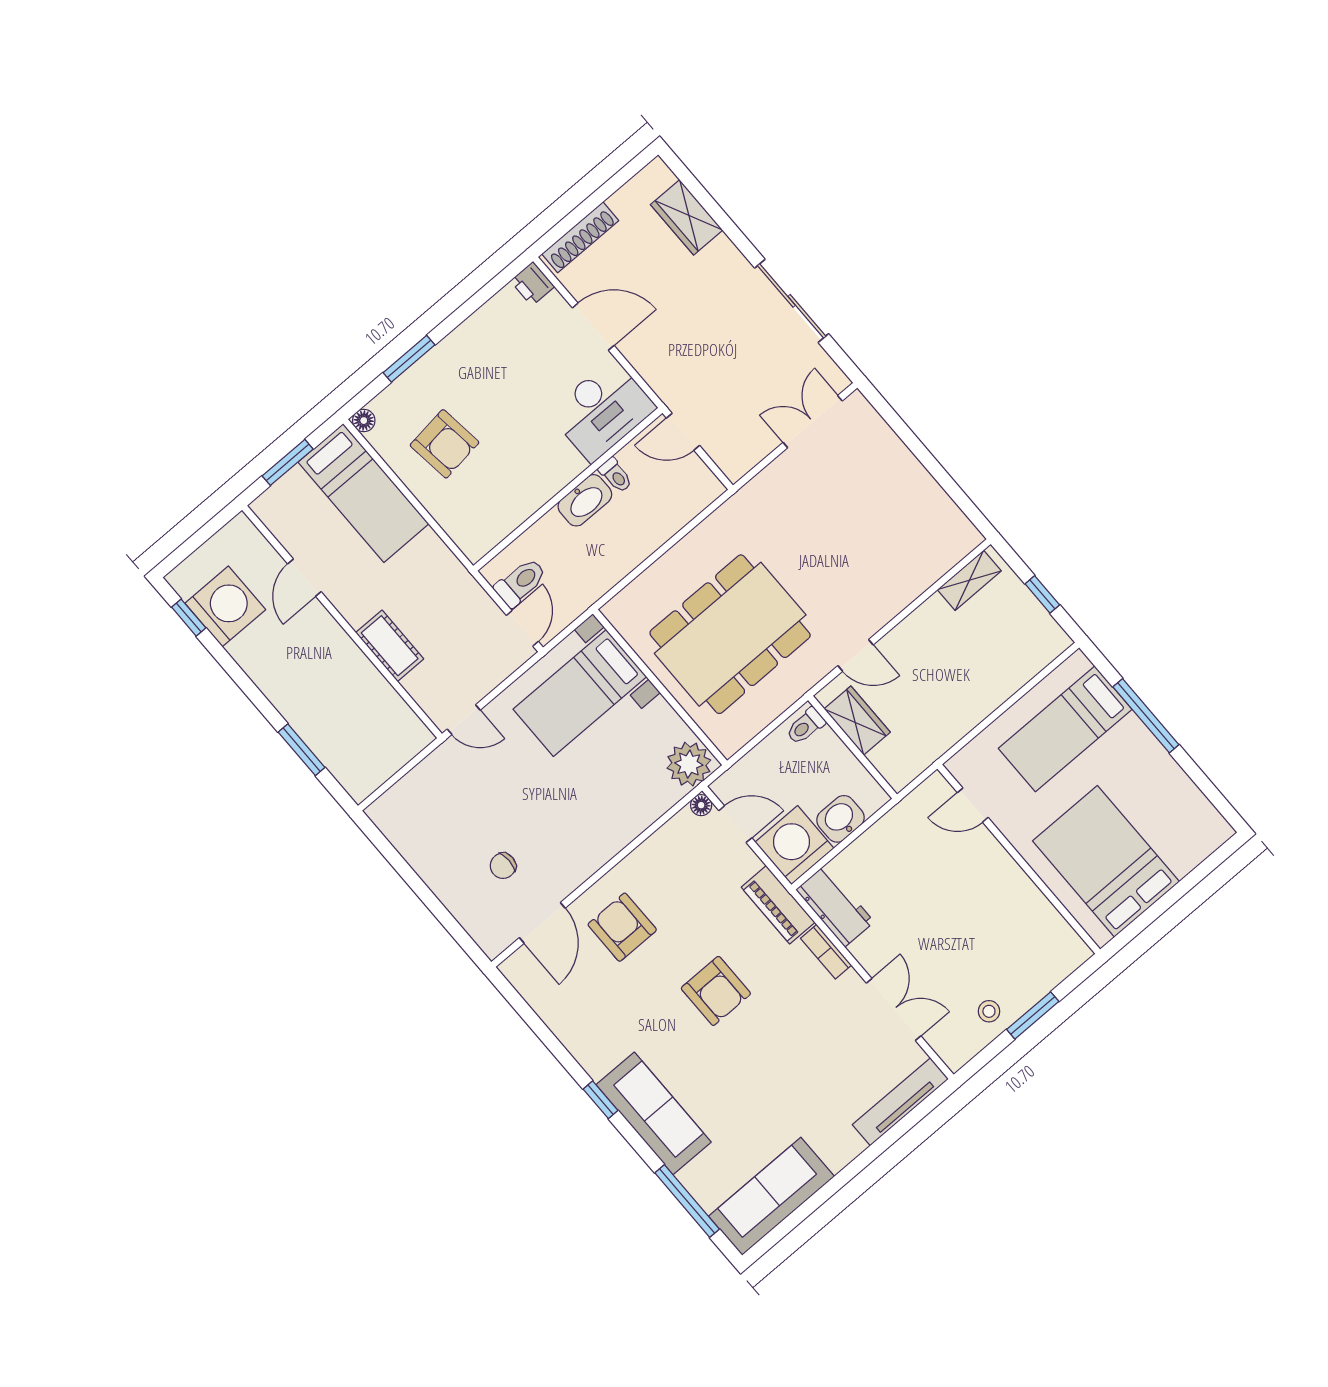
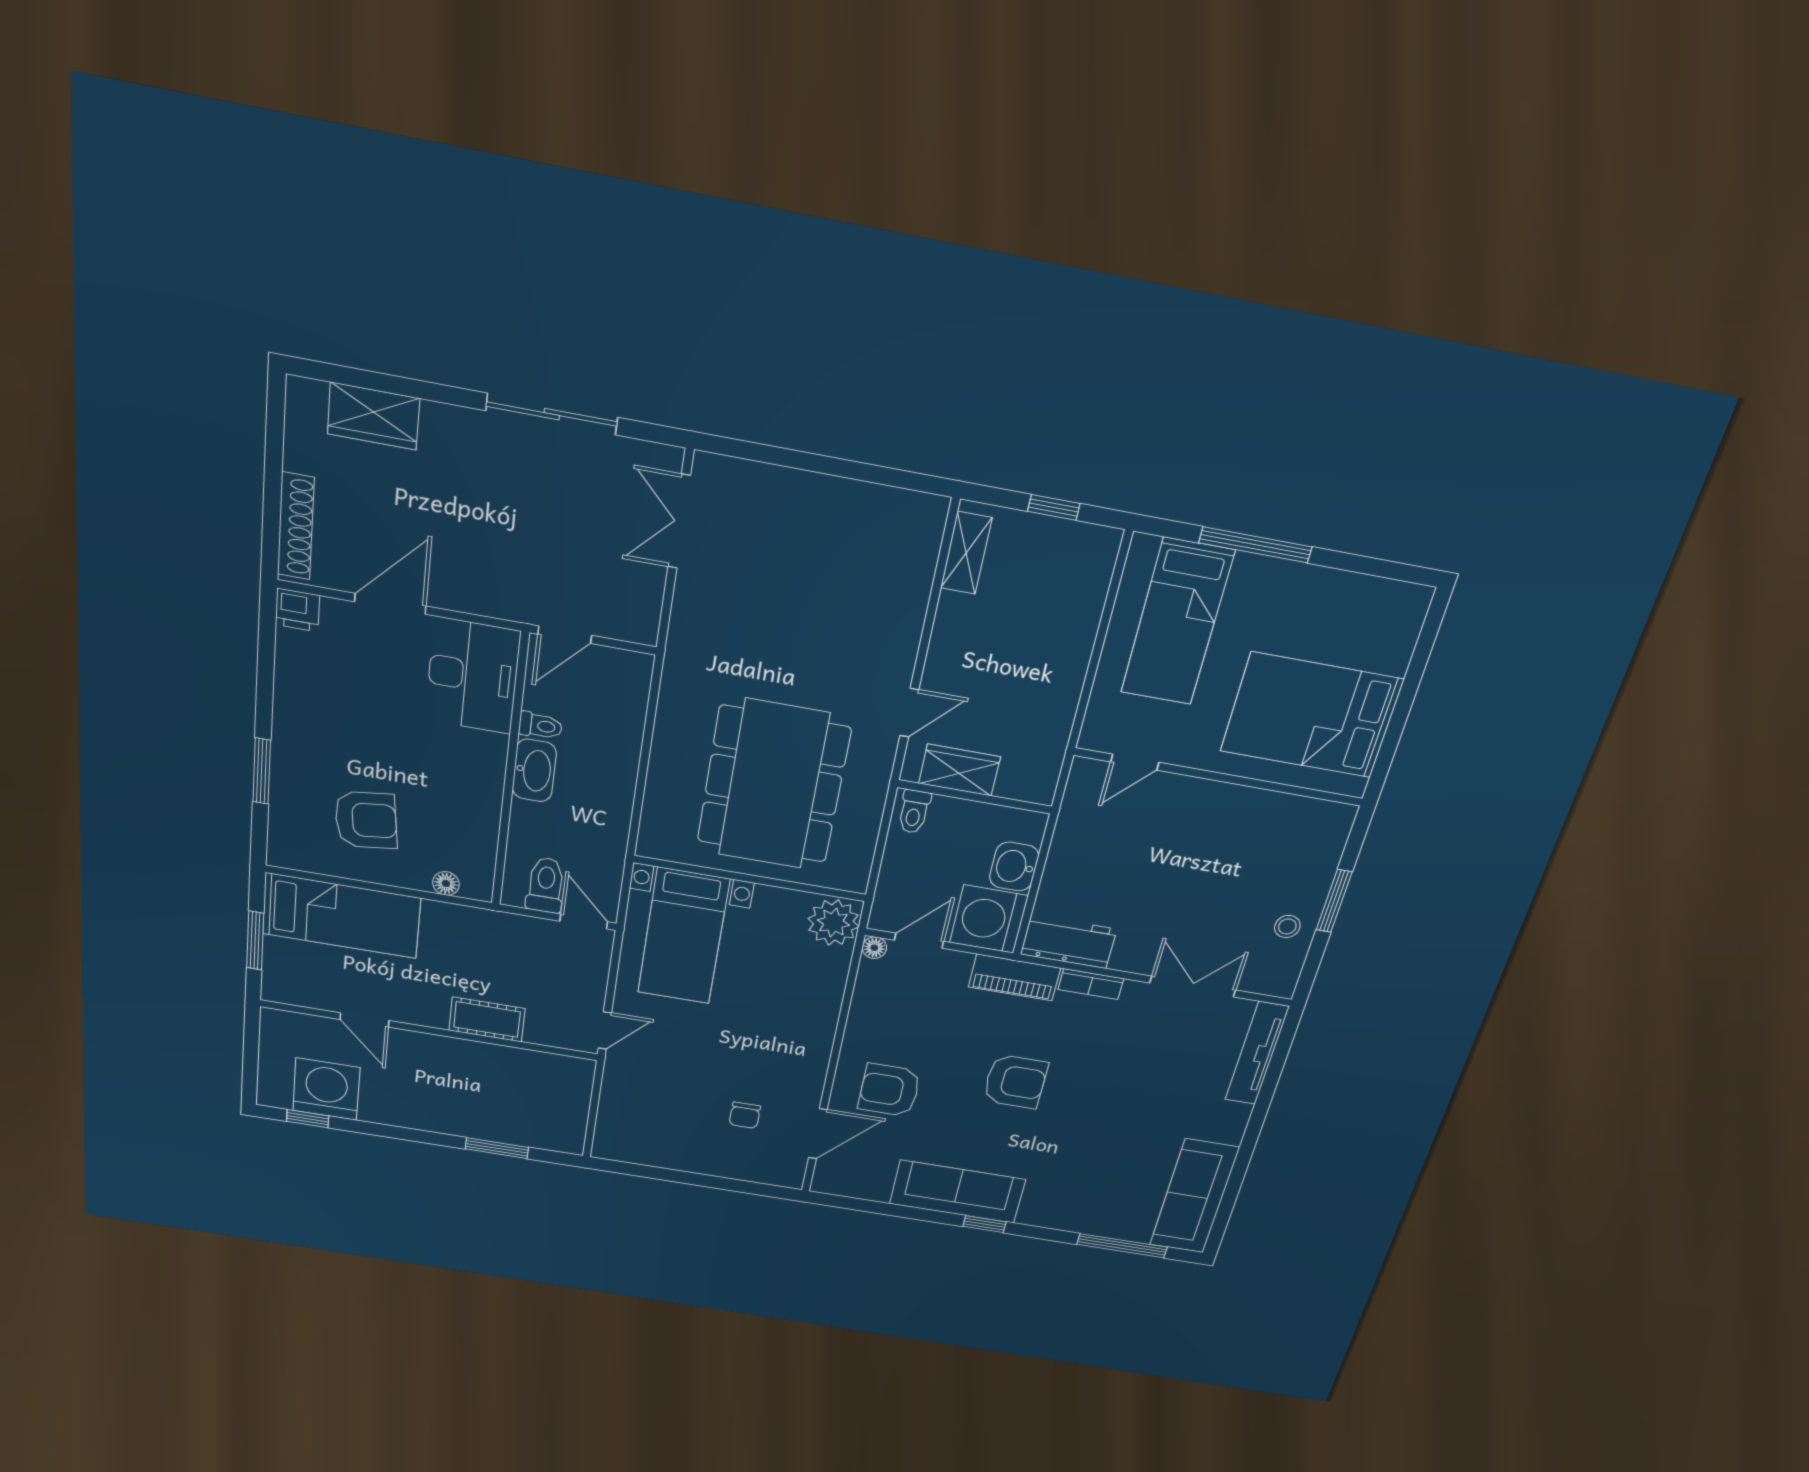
floor lamp: (364, 421) -> (446, 883), moved
door: (542, 923) -> (818, 1134), hinge flipped
sofa: (654, 1113) -> (957, 1192), moved

